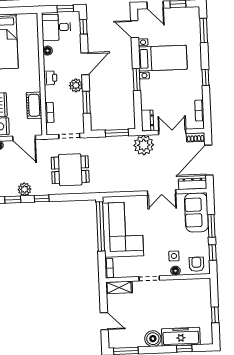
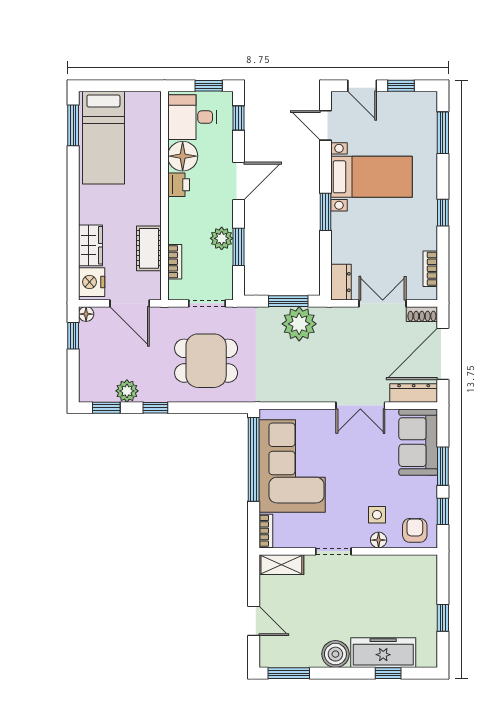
floor lamp: (48, 51) -> (183, 156), width x1.89, depth x1.89
printer: (50, 78) -> (179, 185), moved
plant: (76, 85) -> (222, 238), moved
plant: (144, 145) -> (299, 324), moved

